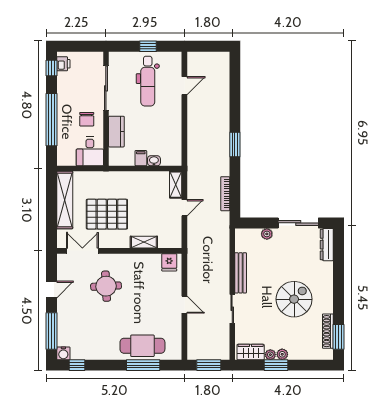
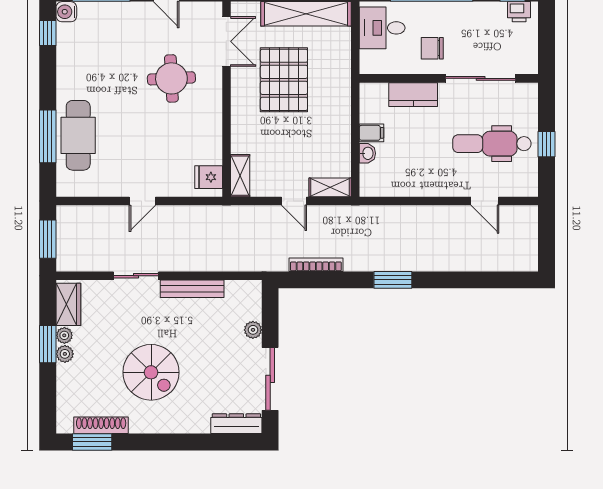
desk: (90, 151) -> (382, 28), moved
shelving: (144, 242) -> (240, 176), moved

